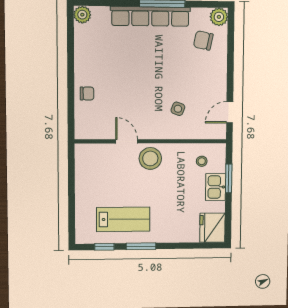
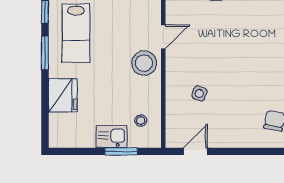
door: (230, 112) -> (195, 151), hinge flipped
fridge: (212, 228) -> (63, 96), moved, turned 90

